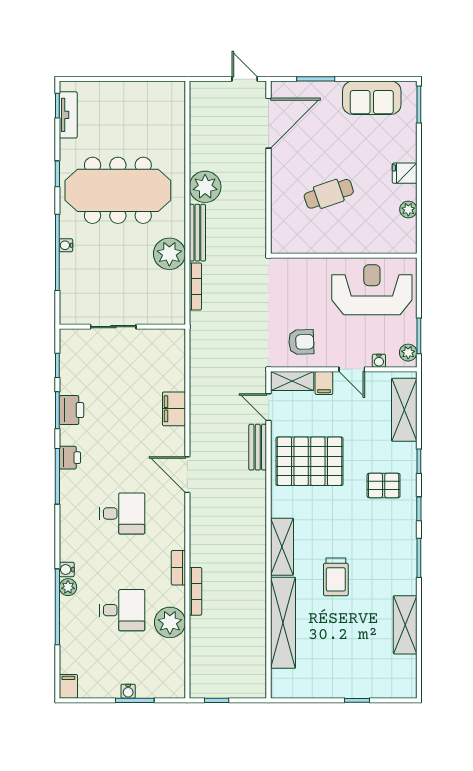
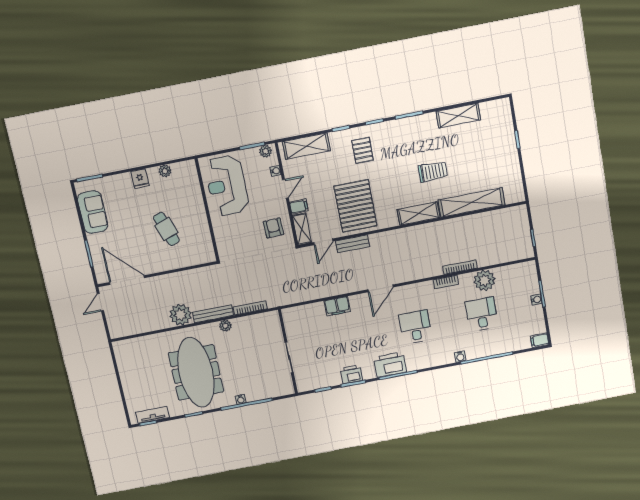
plant: (169, 254) -> (225, 326), width x0.53, depth x0.53
printer: (70, 458) -> (390, 365), width x1.87, depth x1.48
plant: (68, 587) -> (472, 353), removed

